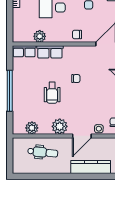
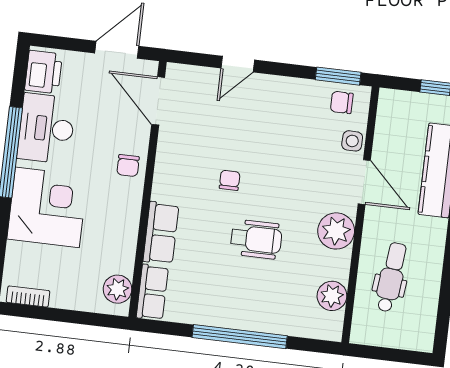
plant: (40, 36) -> (118, 289), moved

